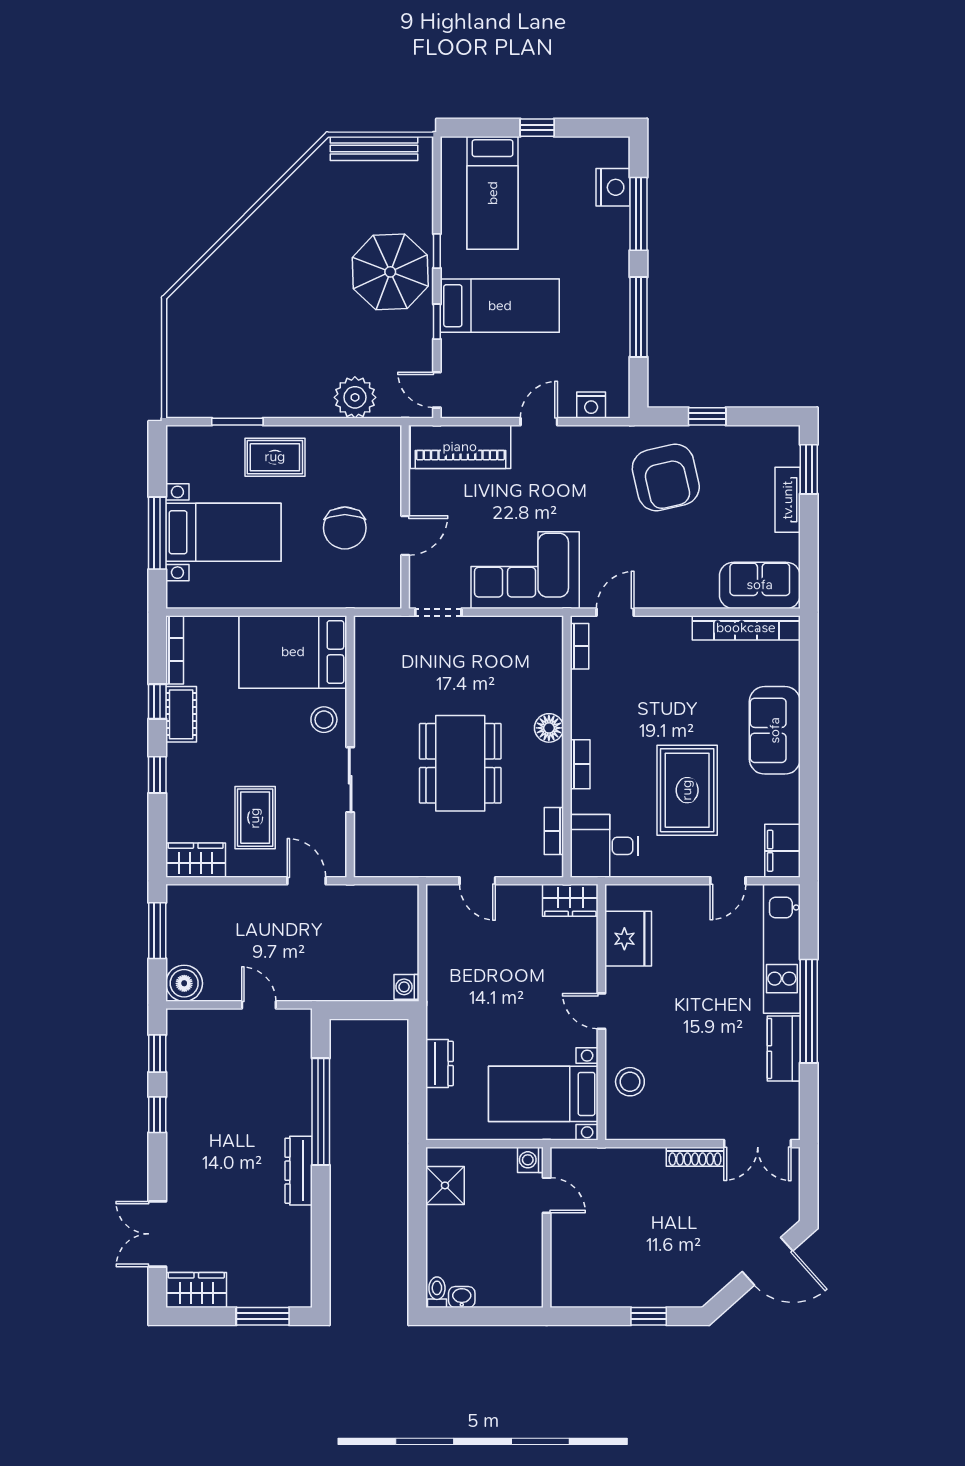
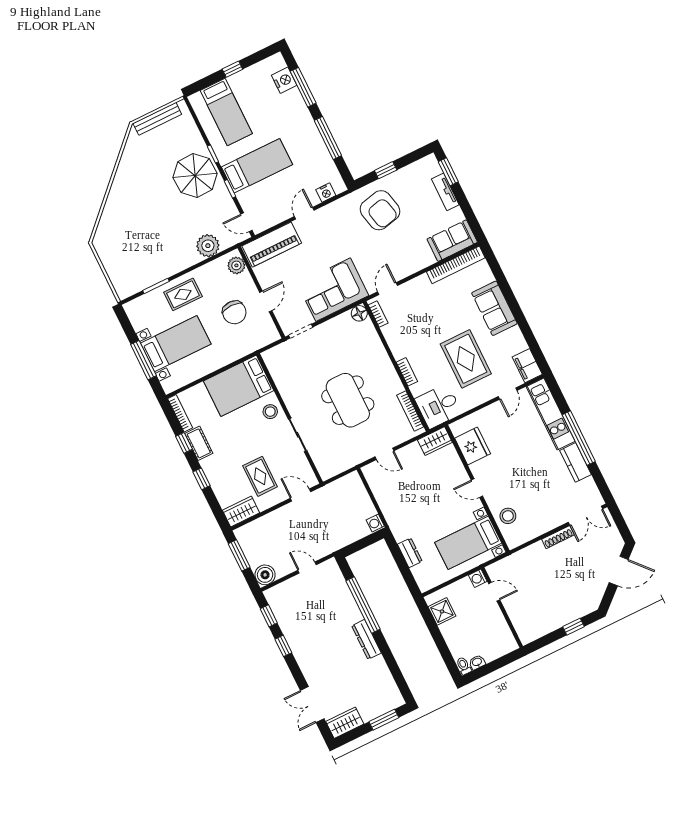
plant: (386, 453) -> (236, 265), added
floor lamp: (549, 728) -> (359, 313), moved
bookcase: (554, 831) -> (410, 411), width x1.56

